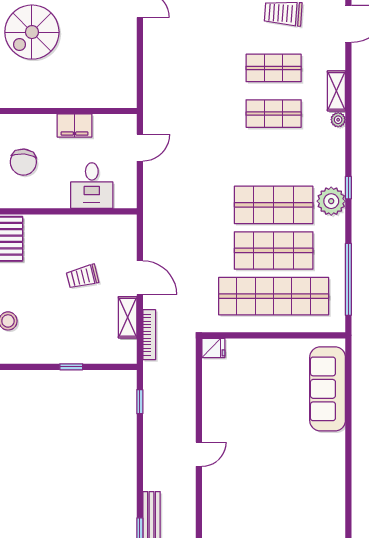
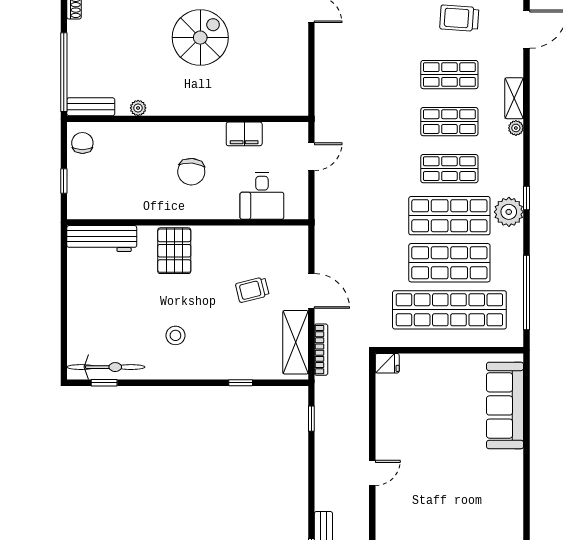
spiral stairs: (32, 32) -> (200, 38), turned 180
shop shelf: (274, 159) -> (449, 169), added
shelving: (128, 317) -> (296, 342), width x1.50, depth x1.33

